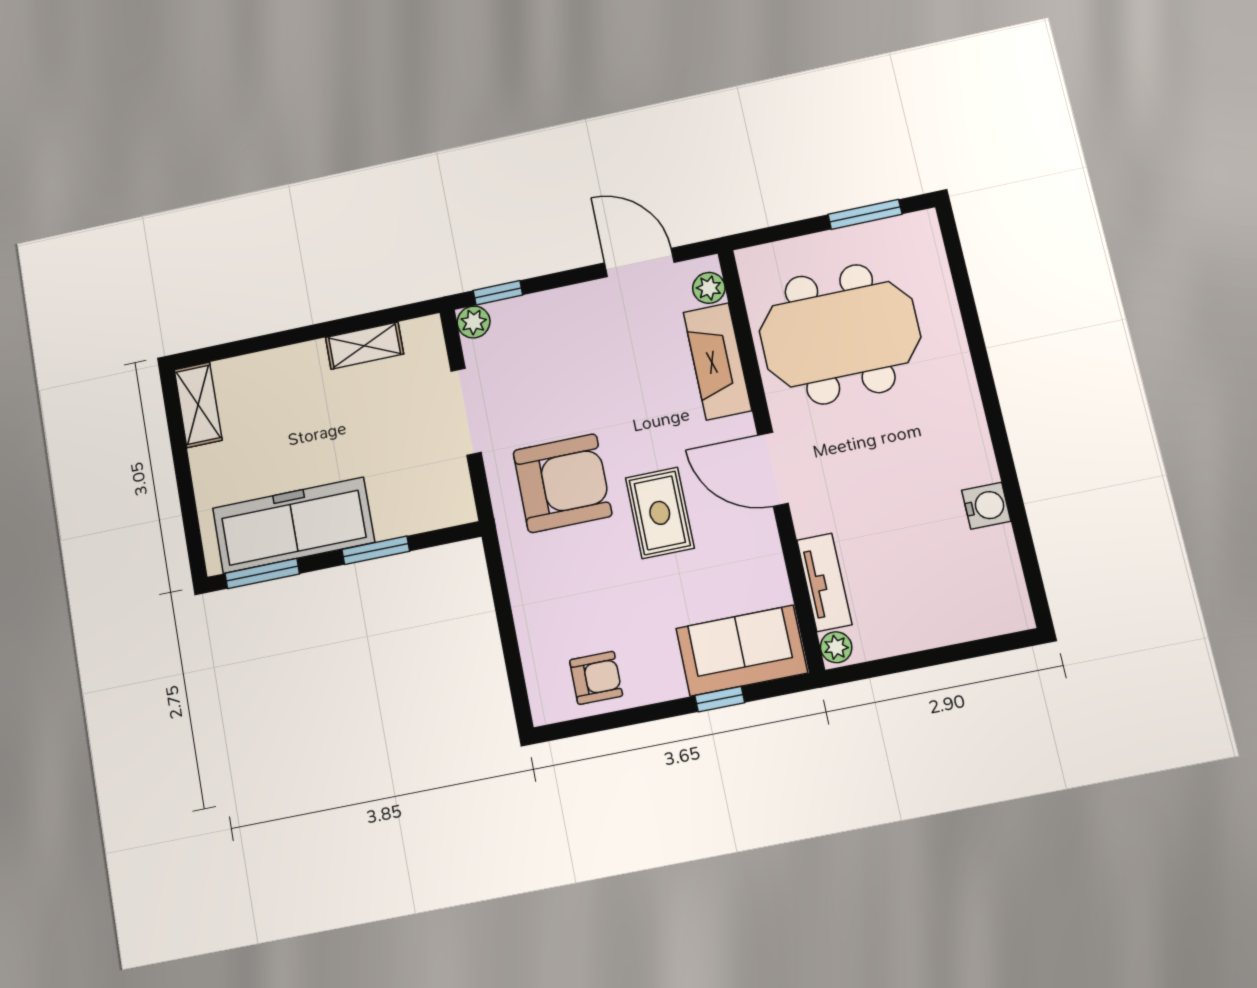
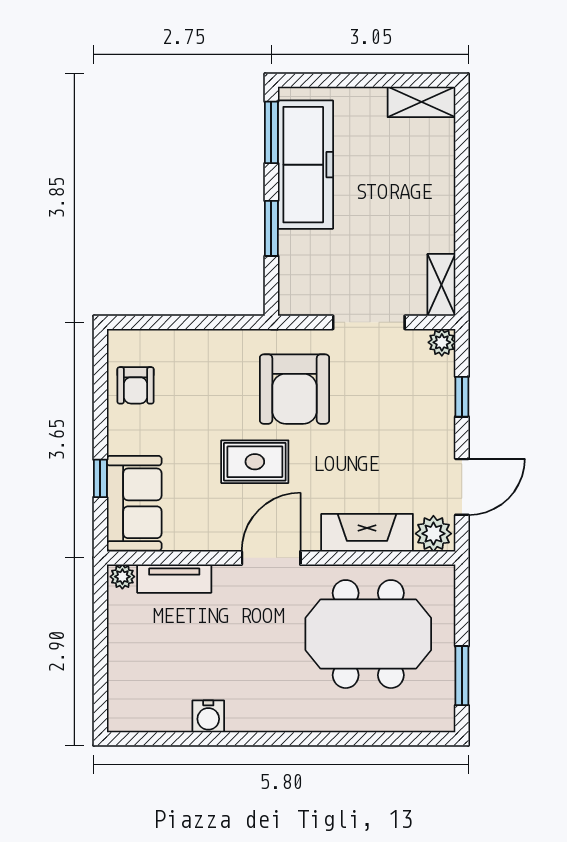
plant: (709, 288) -> (433, 534), width x1.38, depth x1.38
window: (498, 293) -> (462, 397), moved
meeting table: (840, 334) -> (368, 634), turned 90
shelving: (365, 346) -> (441, 285), moved

